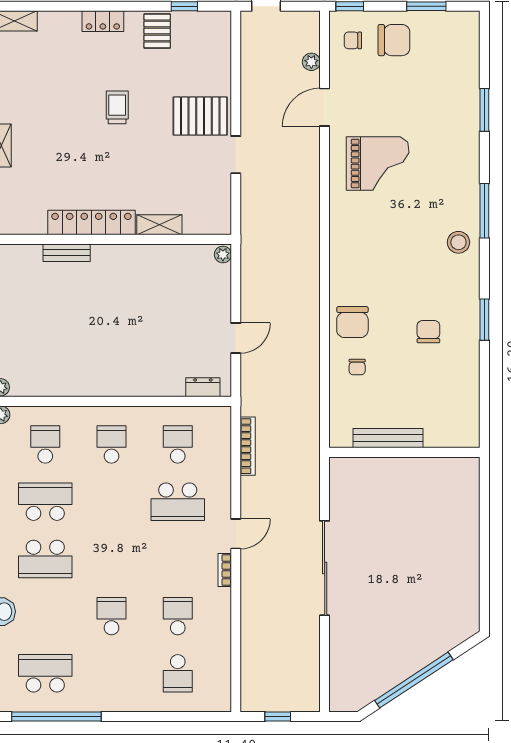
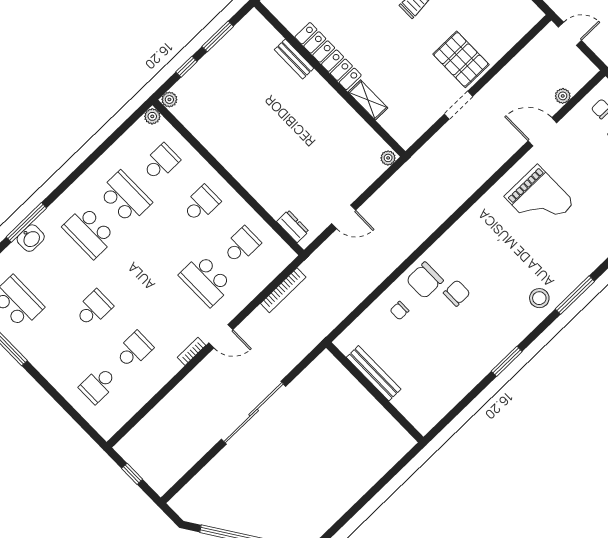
chair: (428, 332) -> (457, 293), moved

